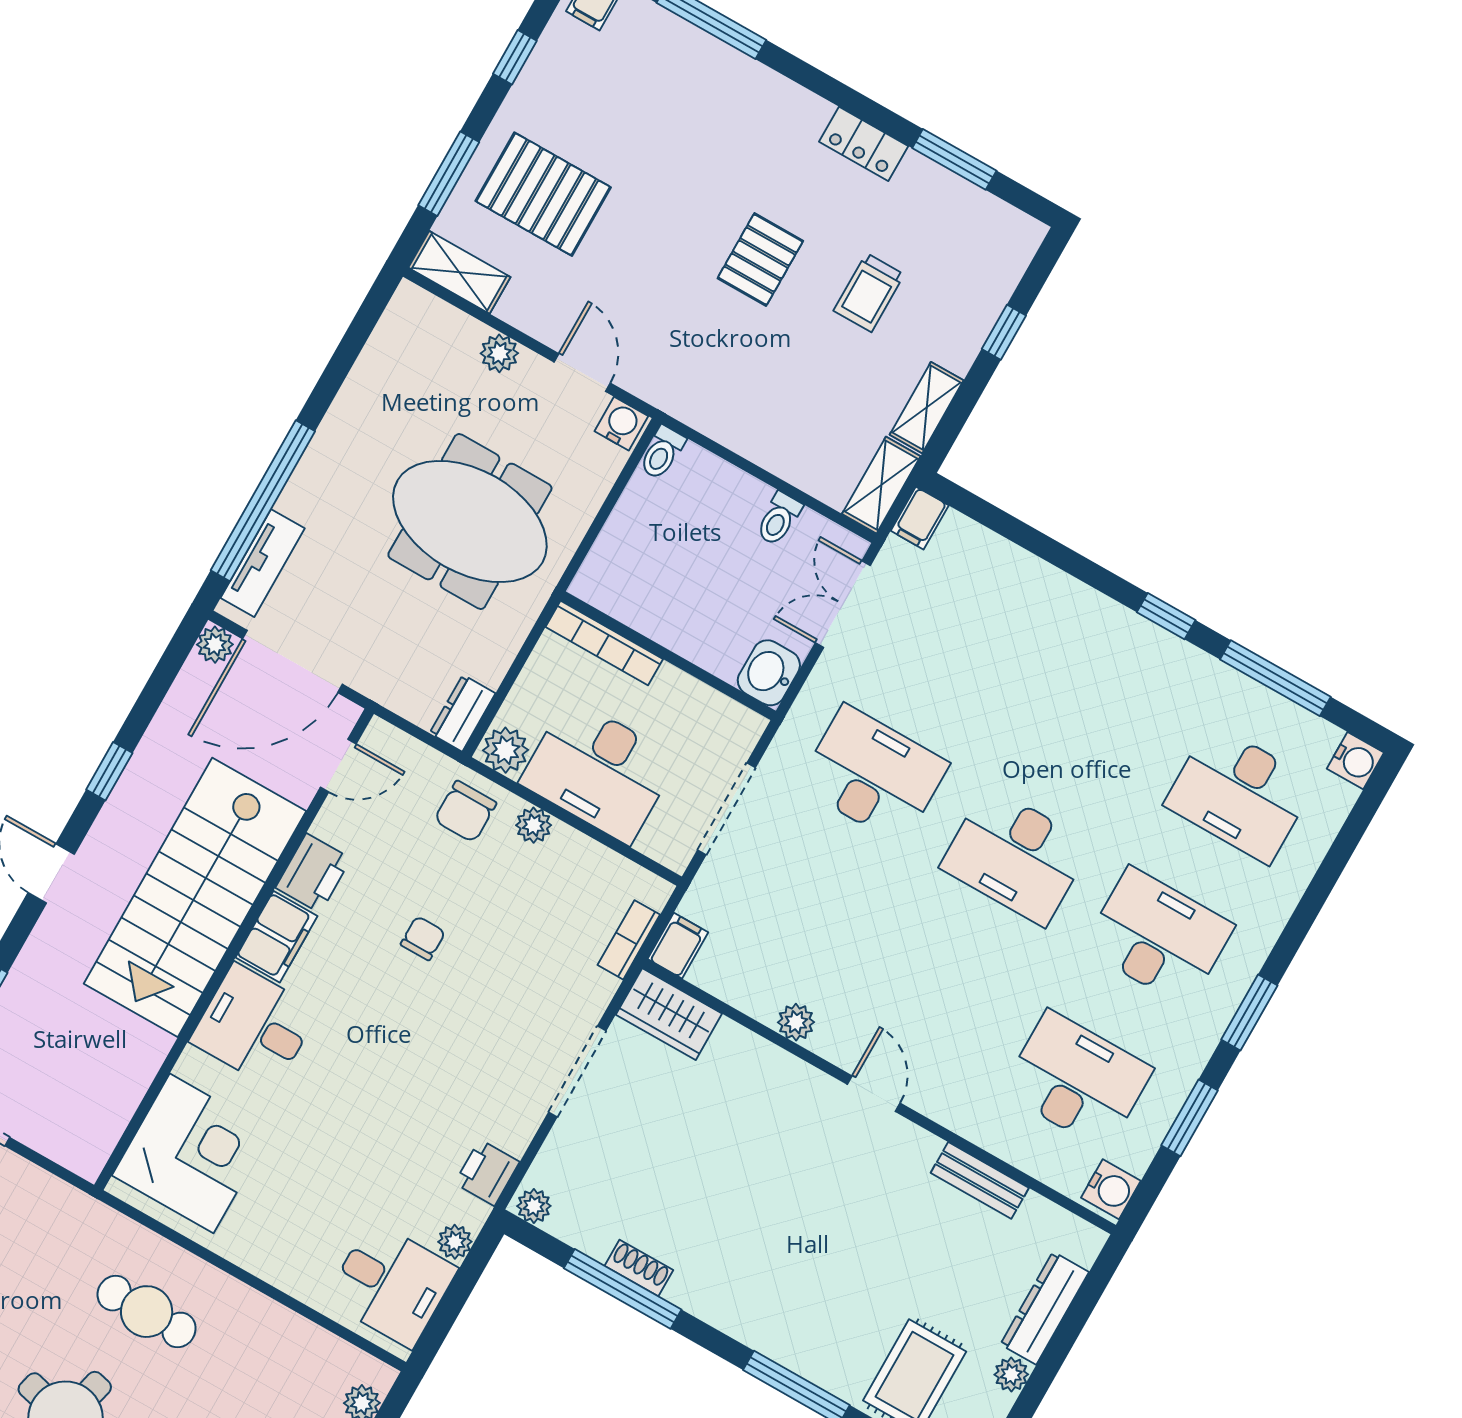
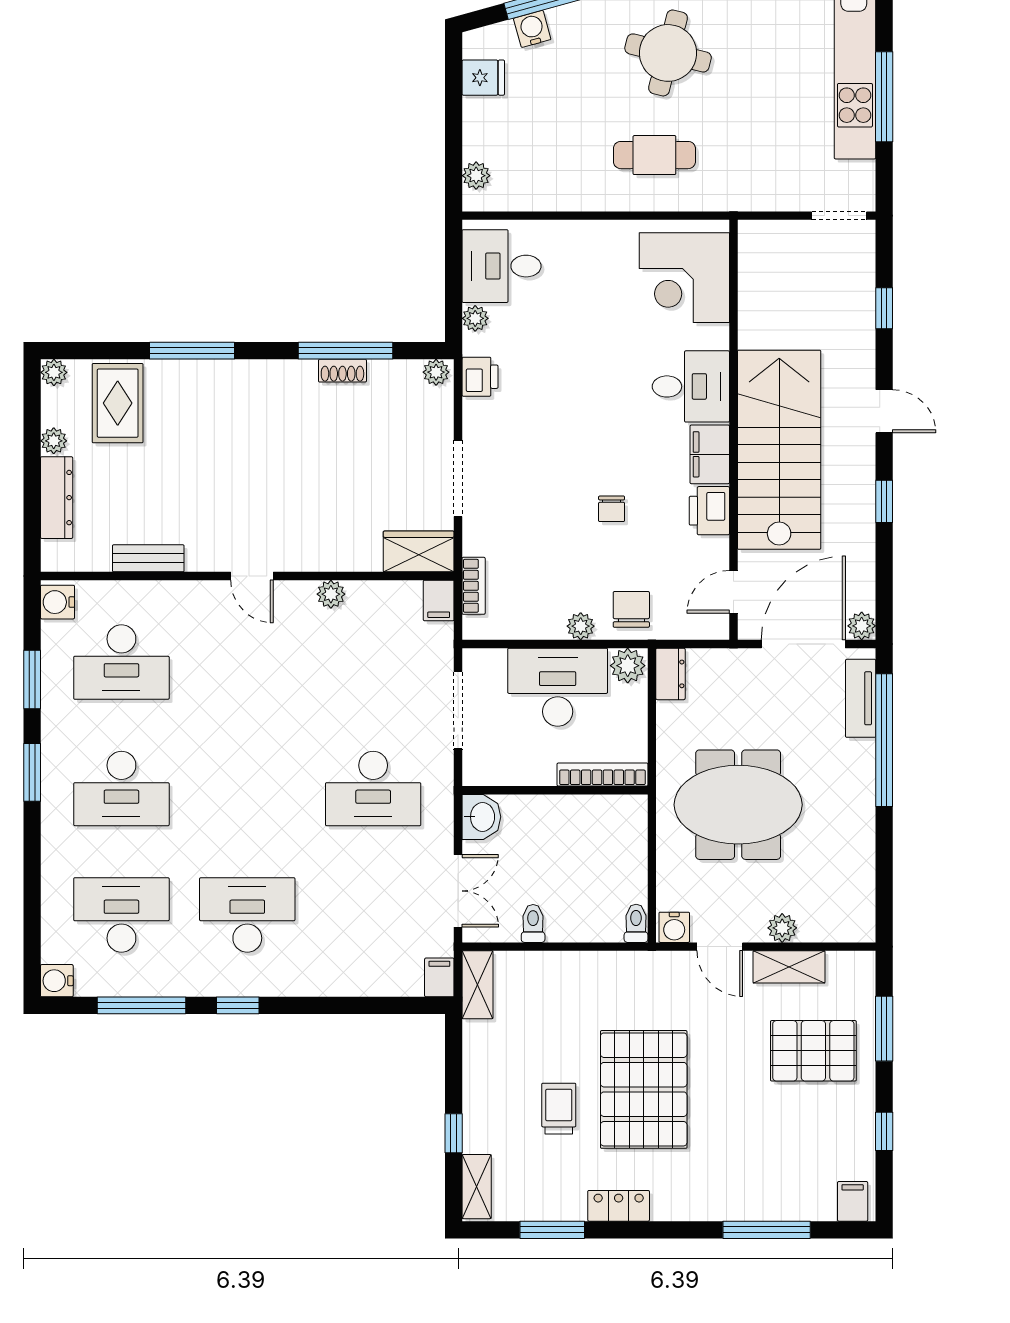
pallet: (760, 260) -> (644, 1089), width x2.05, depth x2.00
shelving: (459, 272) -> (789, 967), moved
shelving: (927, 408) -> (477, 1187), moved
desk: (1016, 856) -> (247, 915), moved

